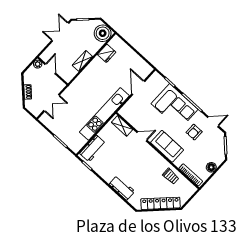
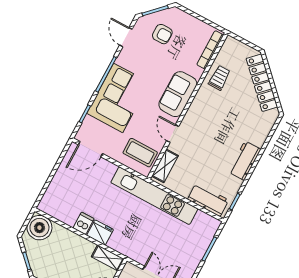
fridge: (107, 53) -> (100, 232), moved
shelving: (82, 61) -> (108, 258), moved
dishwasher: (98, 63) -> (84, 223), added
door: (138, 88) -> (90, 149), moved
coffee table: (135, 112) -> (140, 153), added
armchair: (194, 132) -> (162, 34), moved
floor lamp: (211, 167) -> (192, 23), removed
workbench: (122, 188) -> (245, 161), moved

